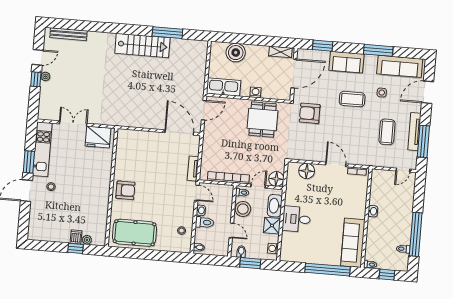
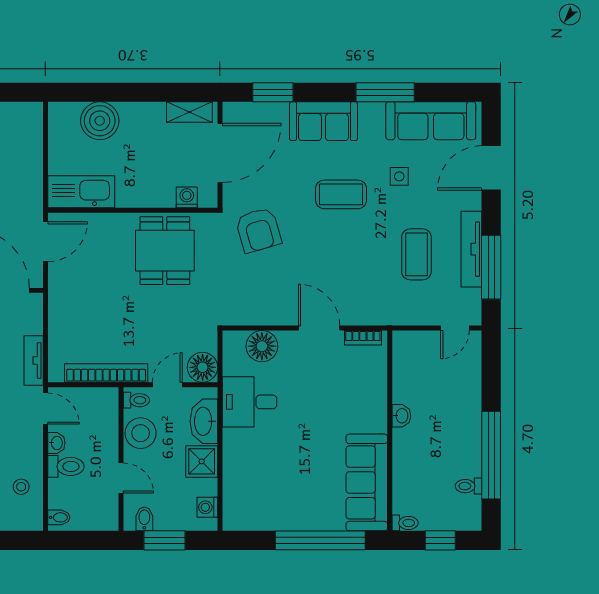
washing machine: (255, 92) -> (187, 197), moved
armchair: (310, 113) -> (258, 230), turned -106
desk: (296, 219) -> (250, 402), moved

